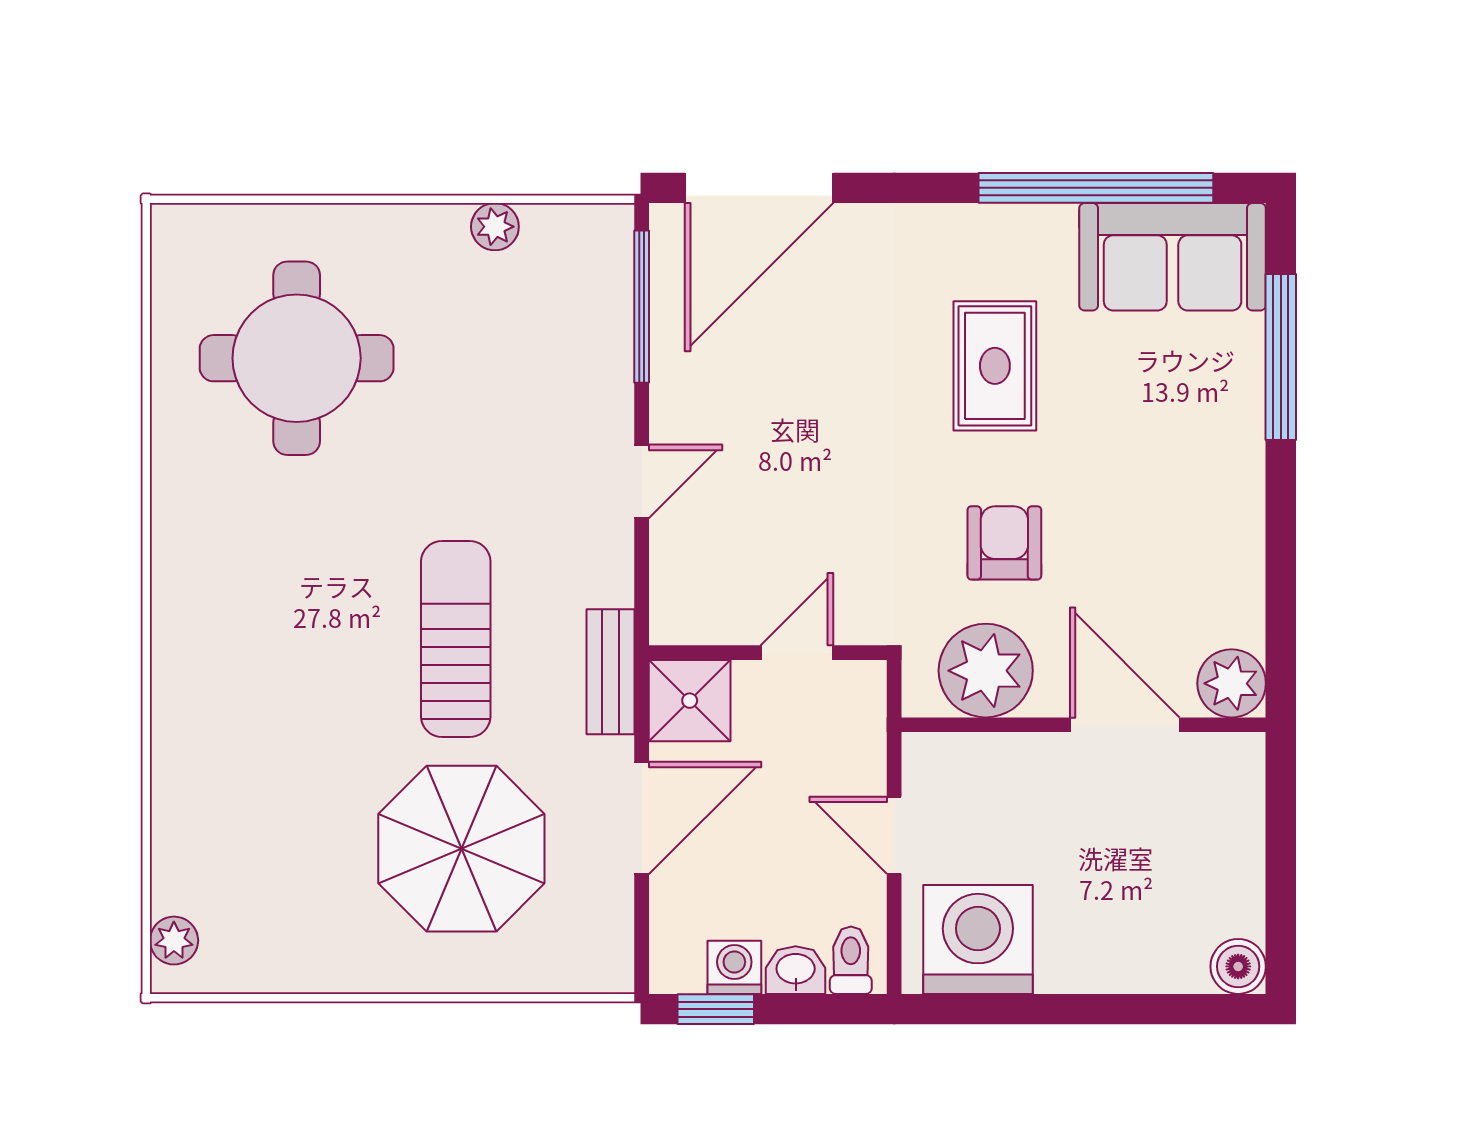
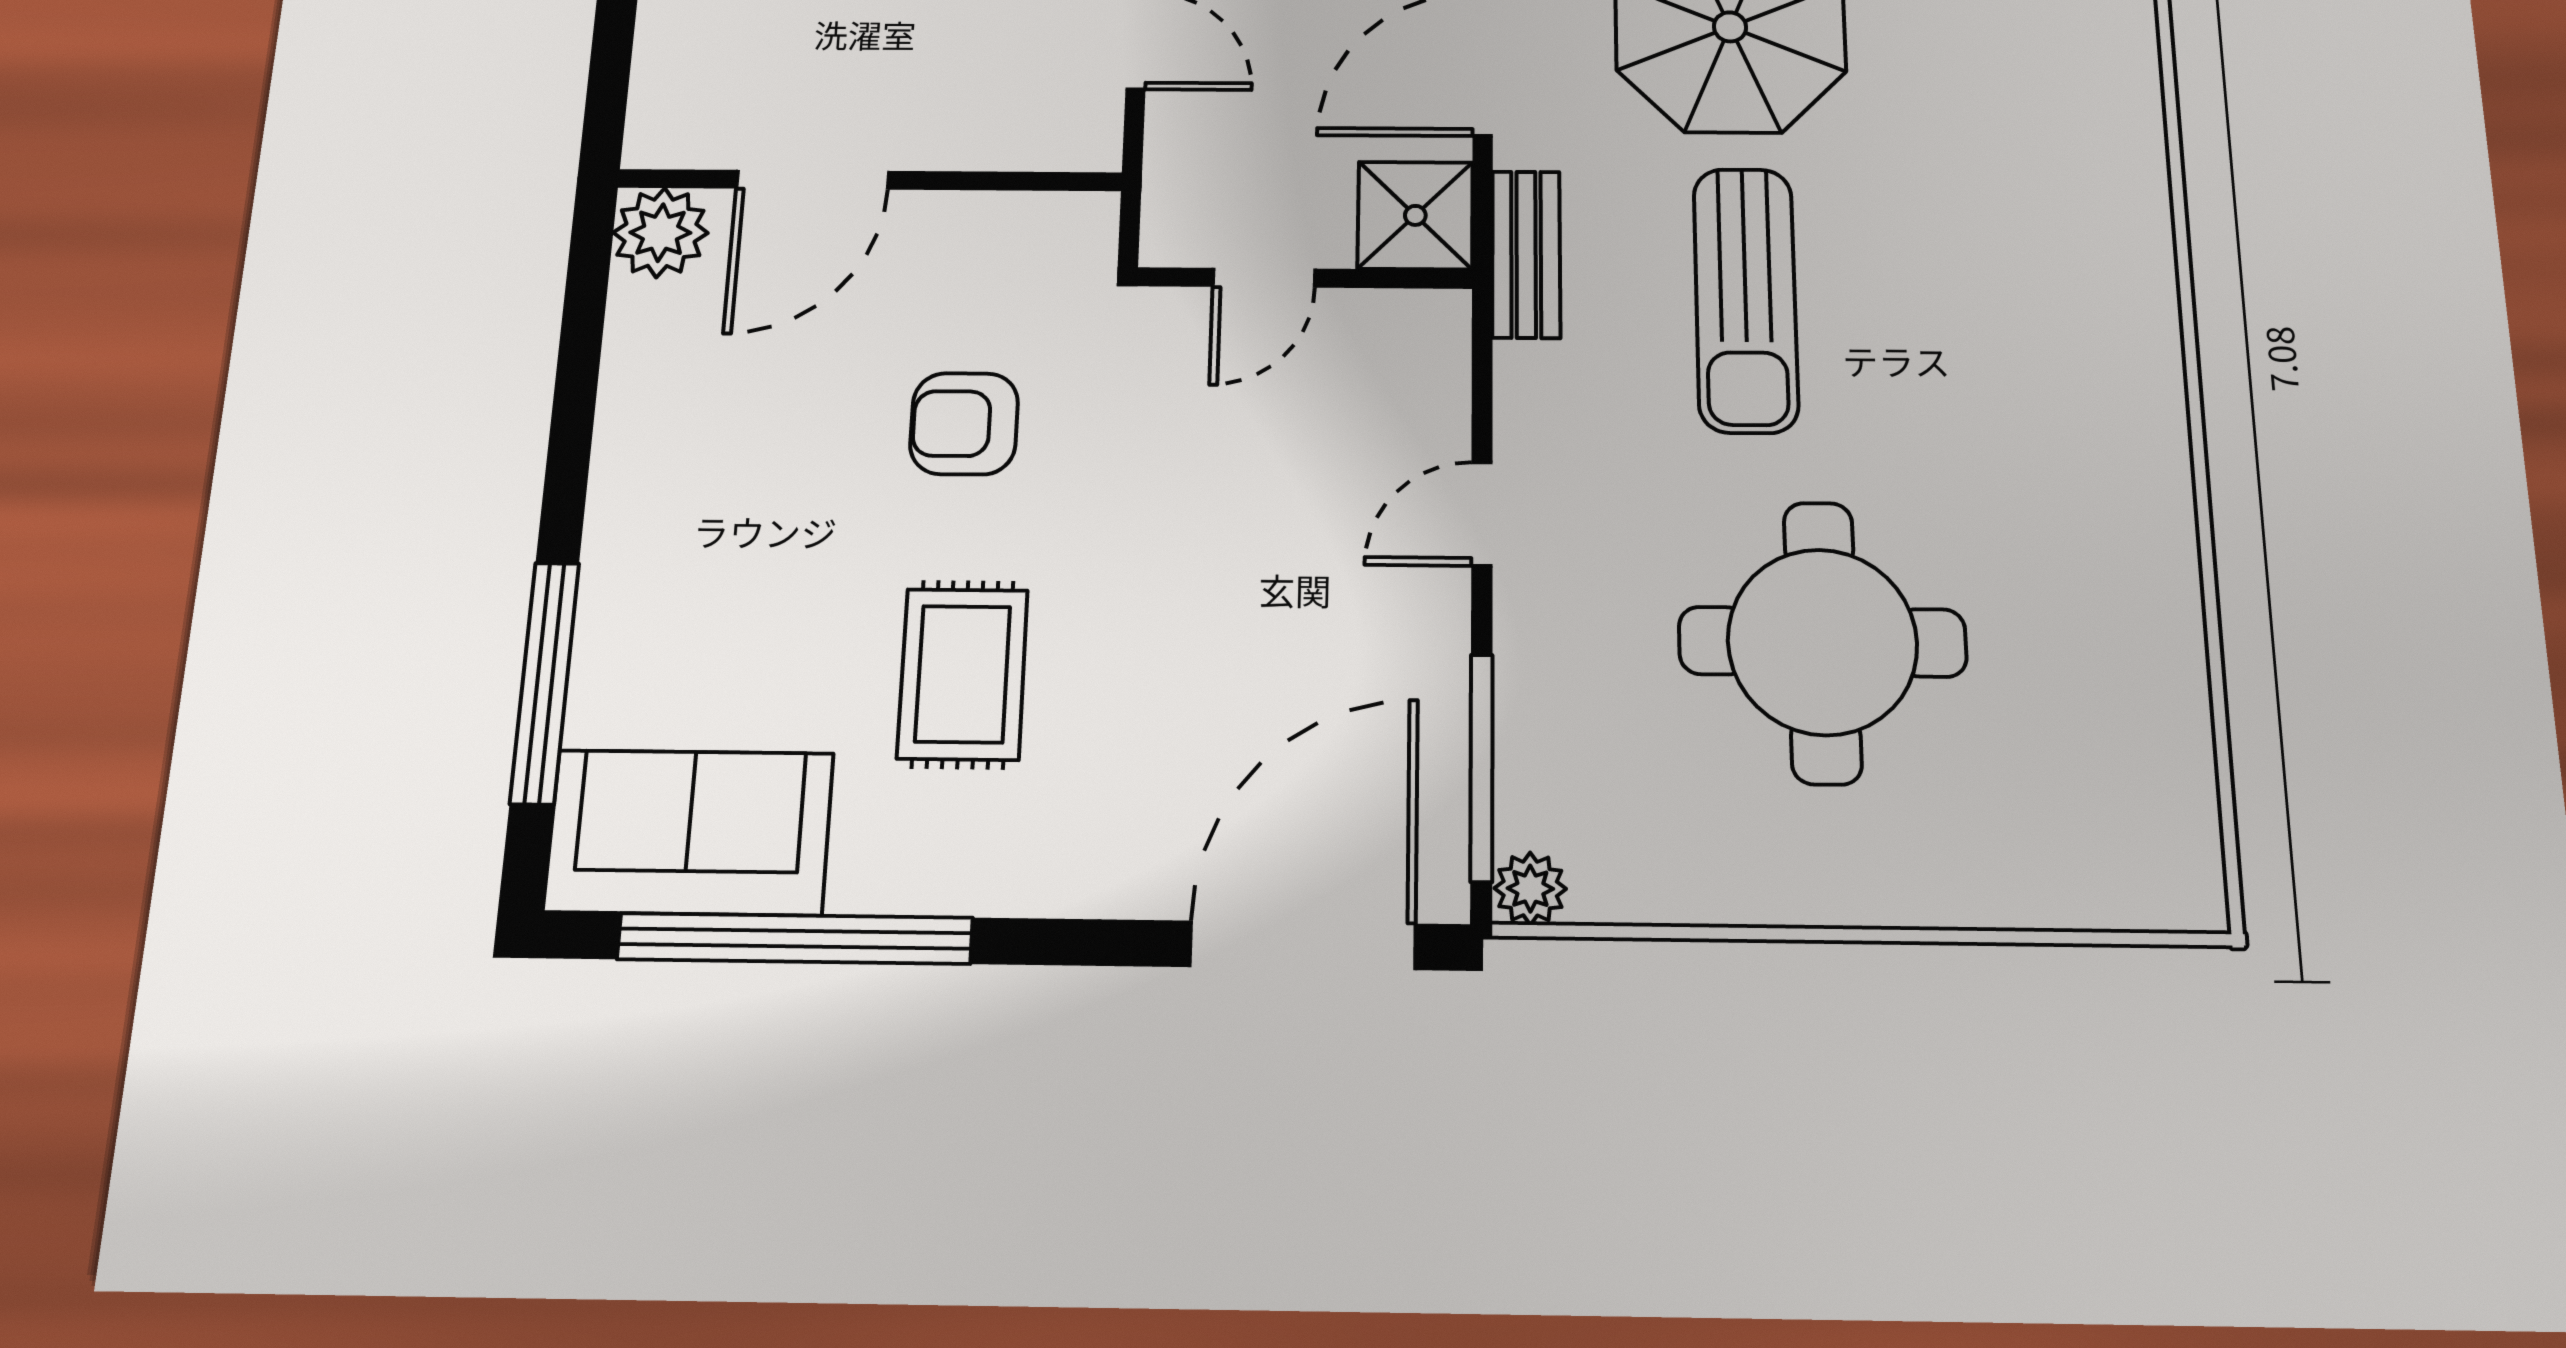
plant: (495, 227) -> (1530, 889), moved
round table: (297, 358) -> (1822, 642), moved
armchair: (1004, 543) -> (964, 424), turned 90
plant: (986, 671) -> (1001, 252), removed
door: (1125, 725) -> (813, 180), hinge flipped

